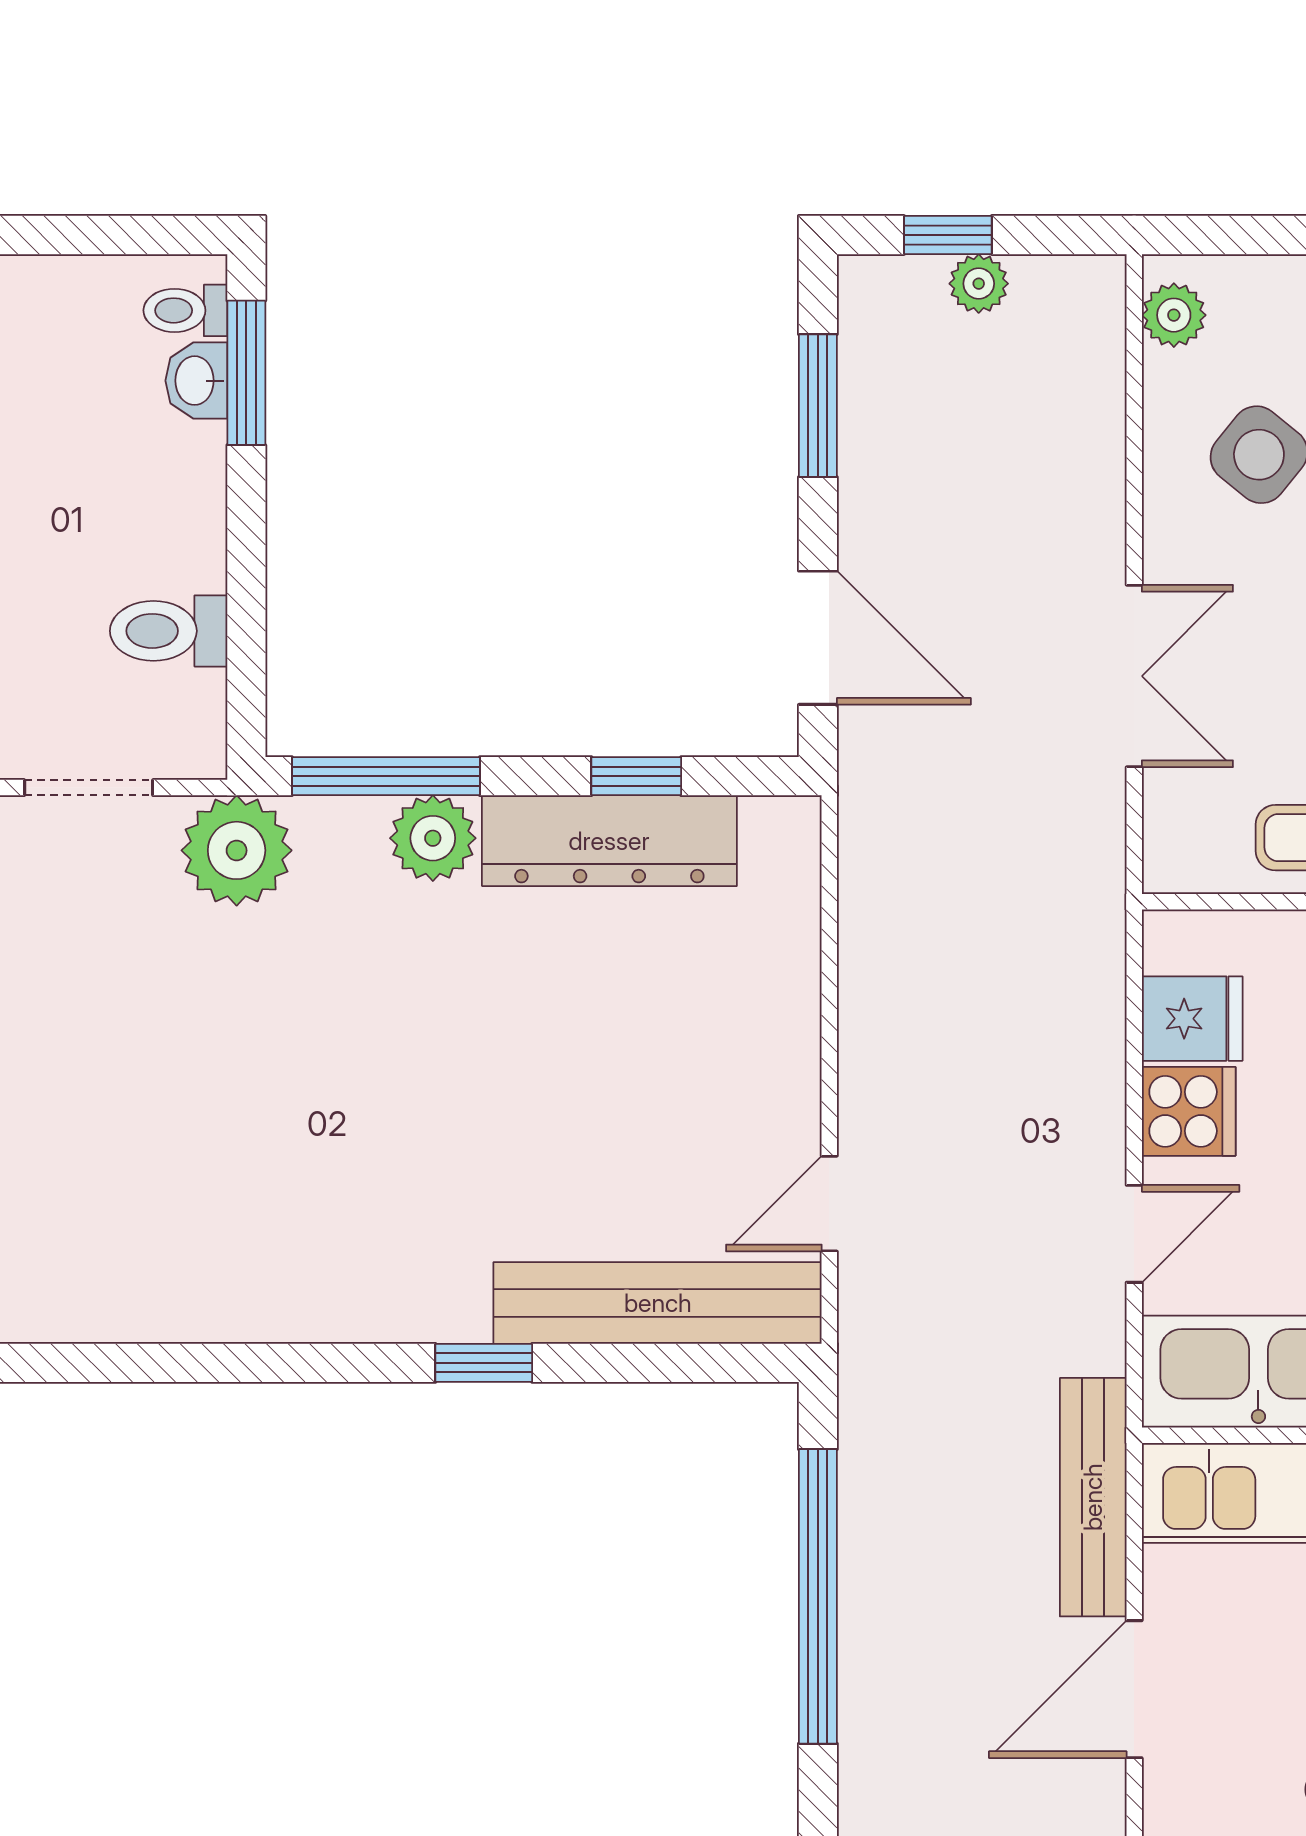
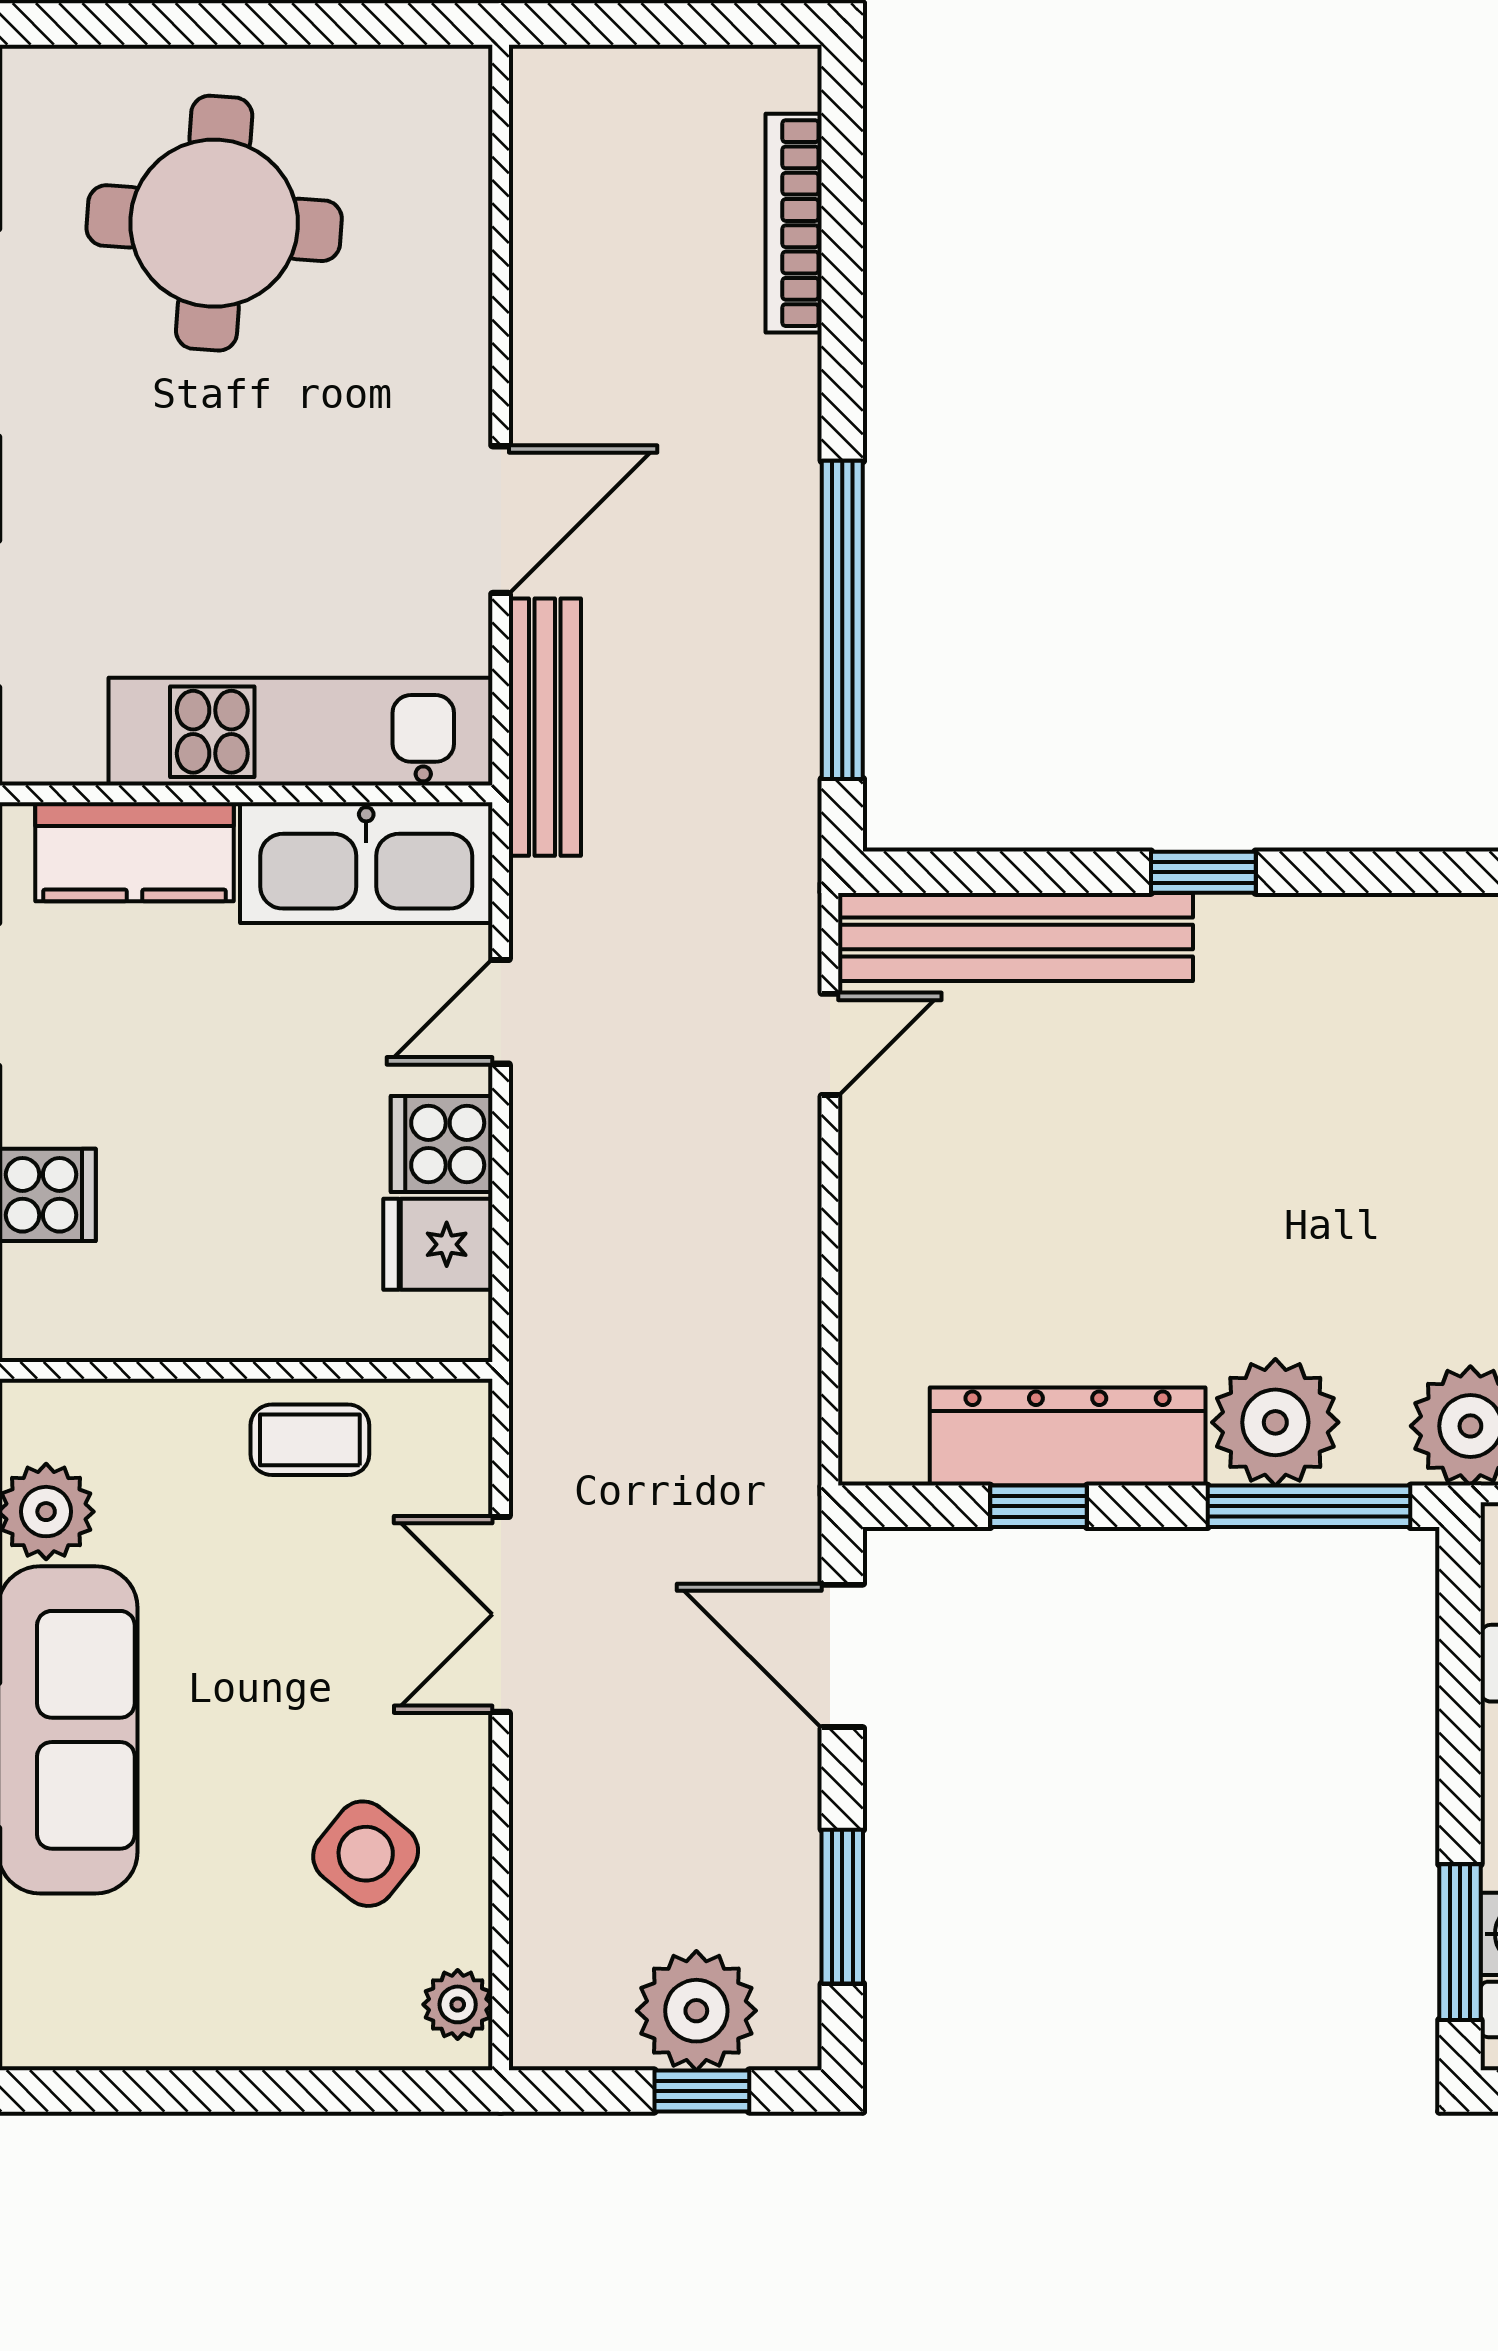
plant: (979, 284) -> (696, 2011), width x1.88, depth x1.88
plant: (433, 838) -> (1275, 1422), width x1.36, depth x1.36

